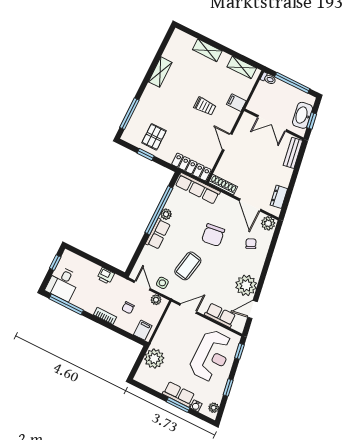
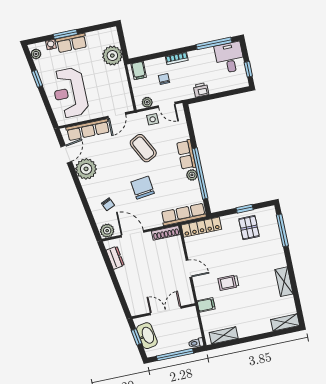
shelving: (207, 50) -> (285, 322), moved
bench: (293, 153) -> (131, 301), removed
coffee table: (188, 266) -> (143, 148), turned -38
row of seats: (220, 315) -> (88, 130), width x1.48
window: (239, 351) -> (51, 114), removed

